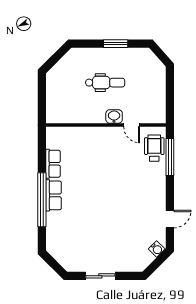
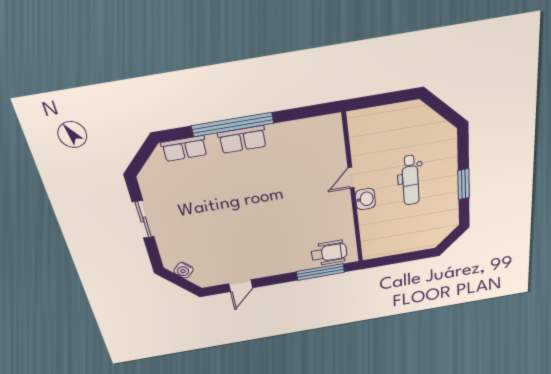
door: (132, 125) -> (351, 178), moved
row of seats: (53, 164) -> (184, 149), moved
door: (170, 219) -> (241, 286), hinge flipped
water cooler: (157, 249) -> (184, 270), moved

